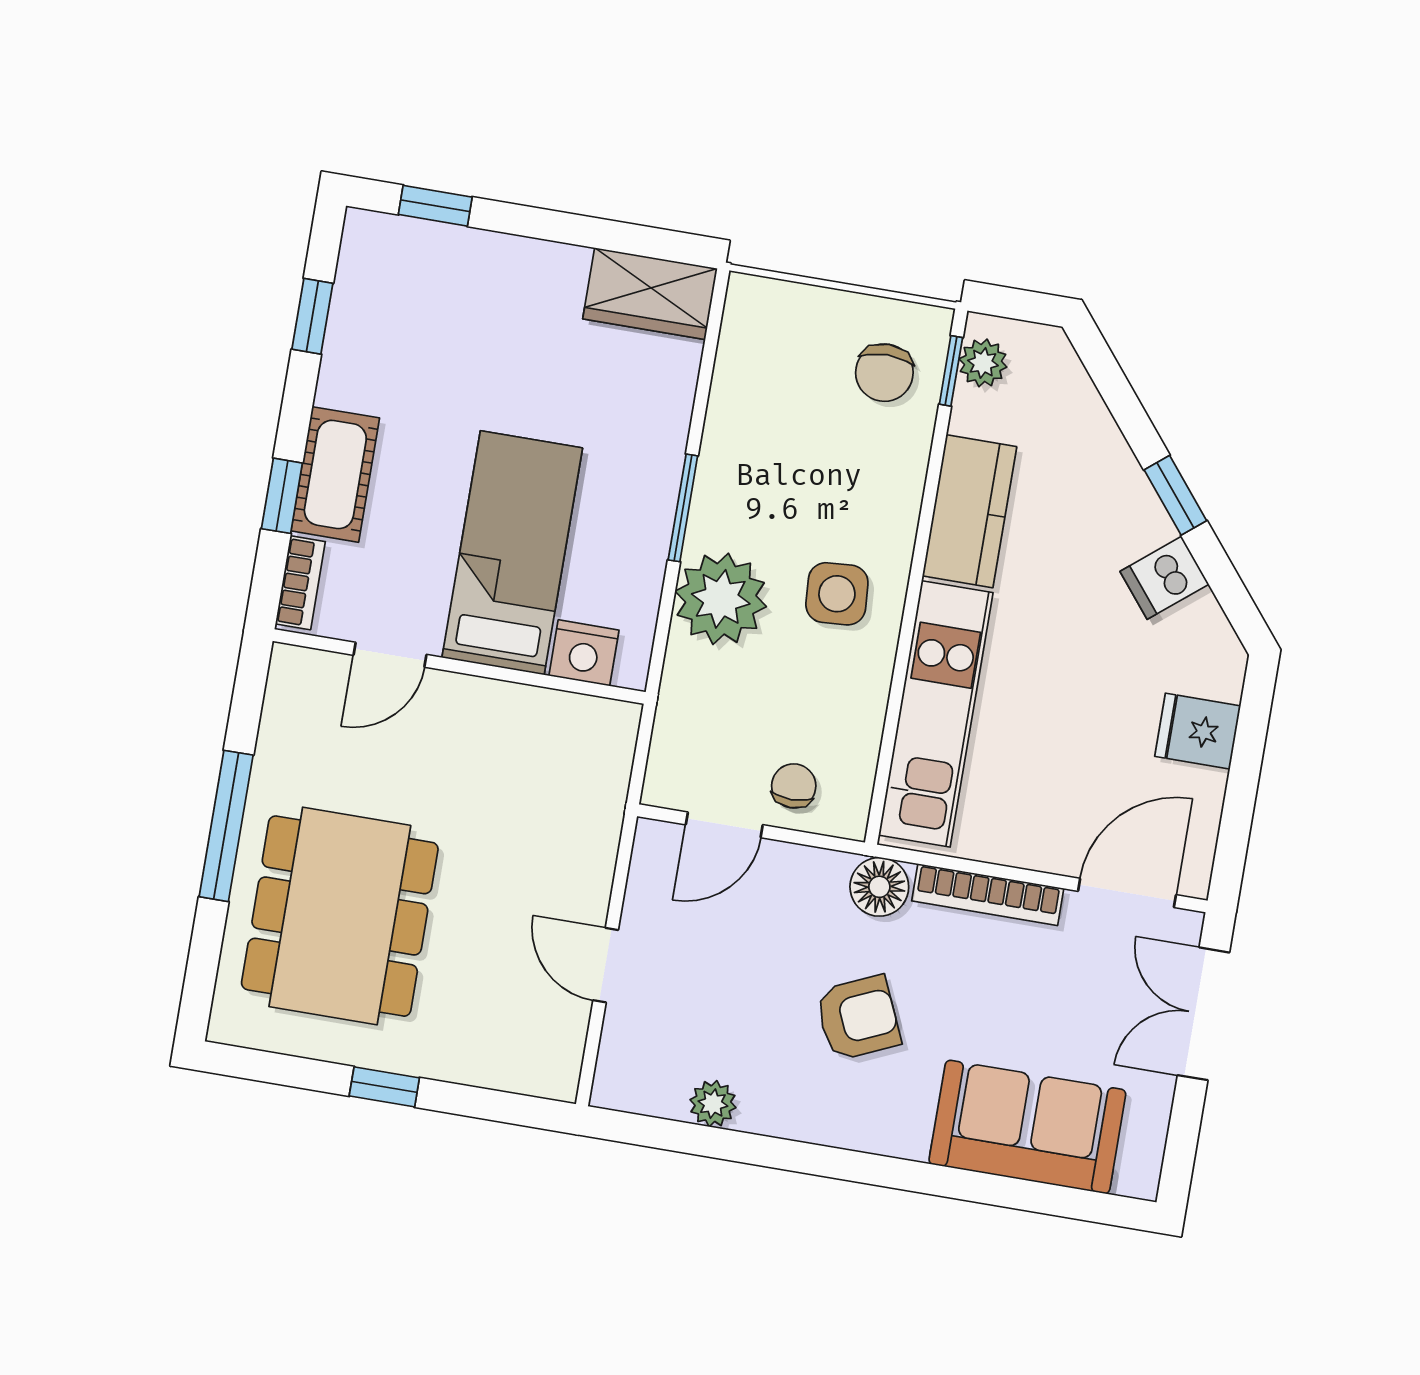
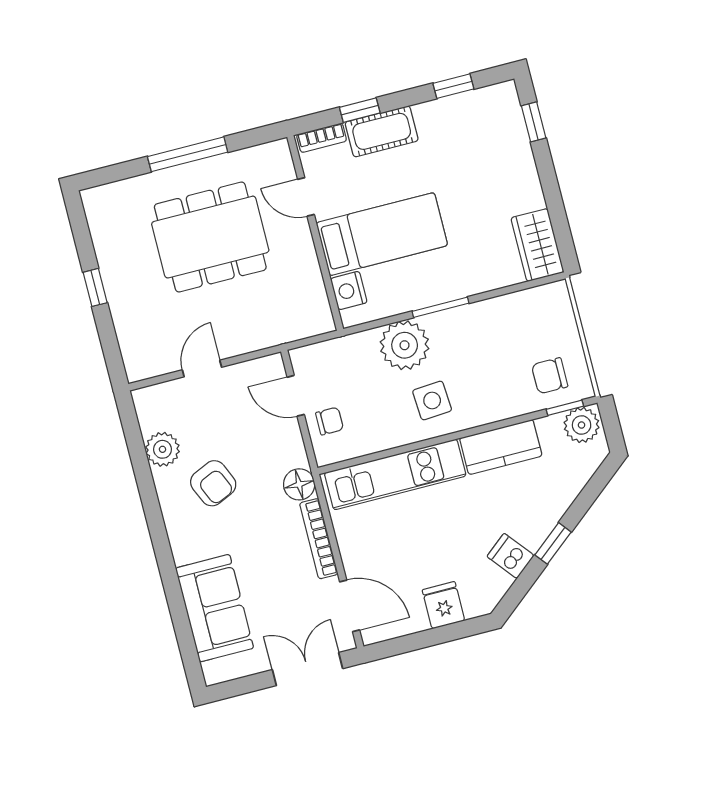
plant: (983, 363) -> (582, 425), width x1.38, depth x1.38
dining table: (340, 916) -> (210, 237), moved
armchair: (858, 1018) -> (213, 483), moved
plant: (713, 1104) -> (163, 449), width x1.38, depth x1.38

